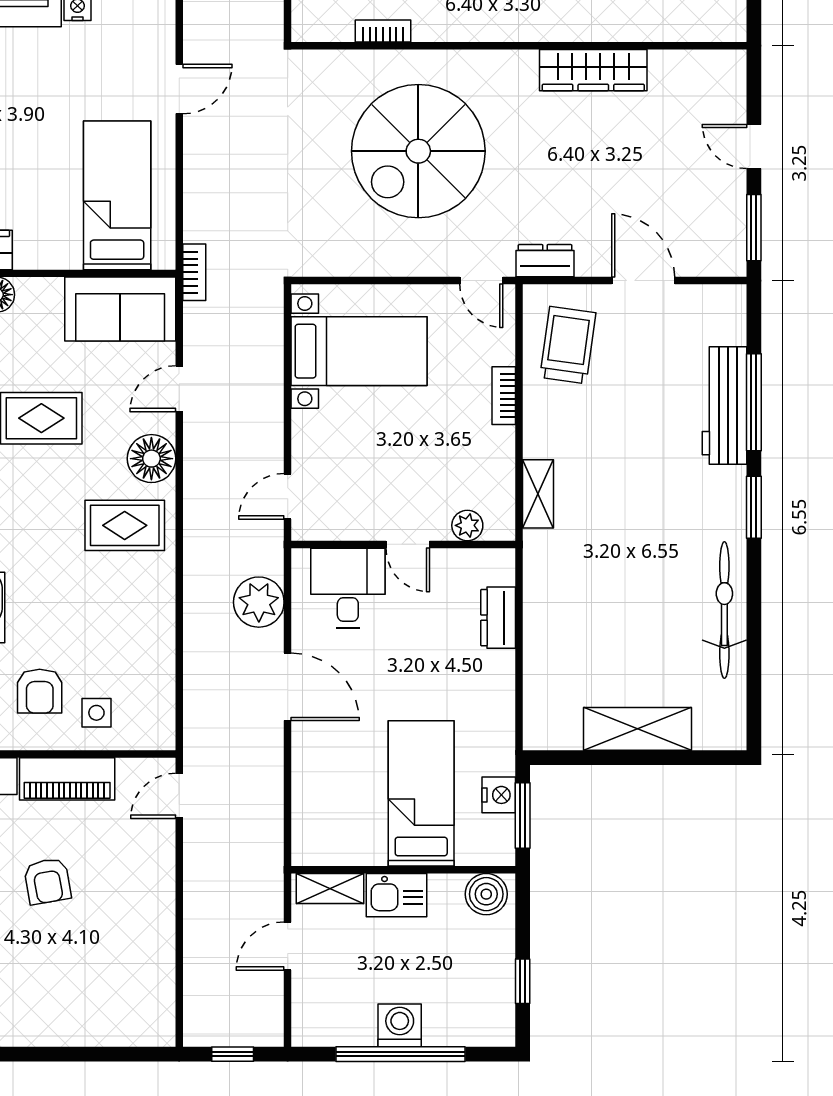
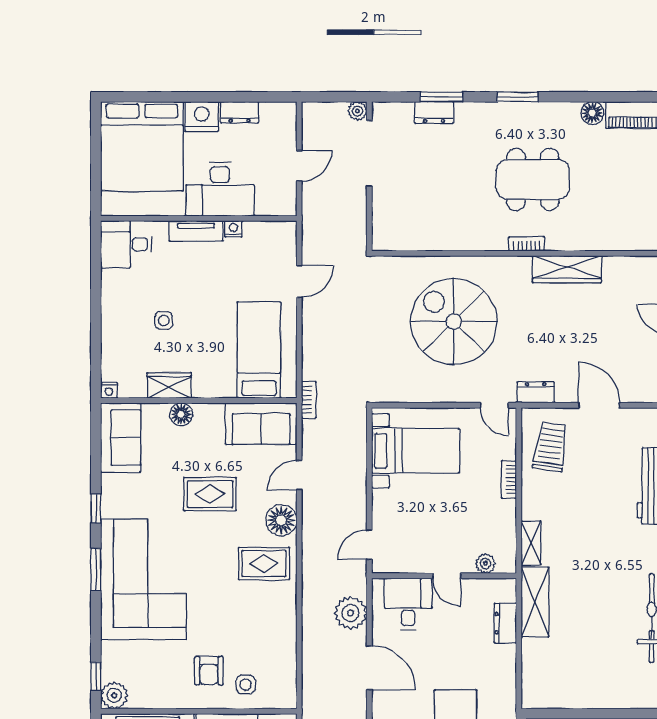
bookcase: (383, 31) -> (527, 244), moved
spiral stairs: (418, 151) -> (454, 322), turned 90
shelving: (637, 729) -> (535, 602), moved, turned 90

